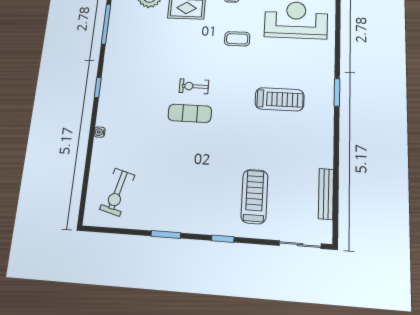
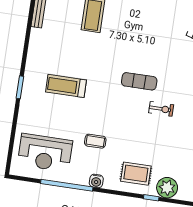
exercise bike: (194, 86) -> (161, 109), moved

